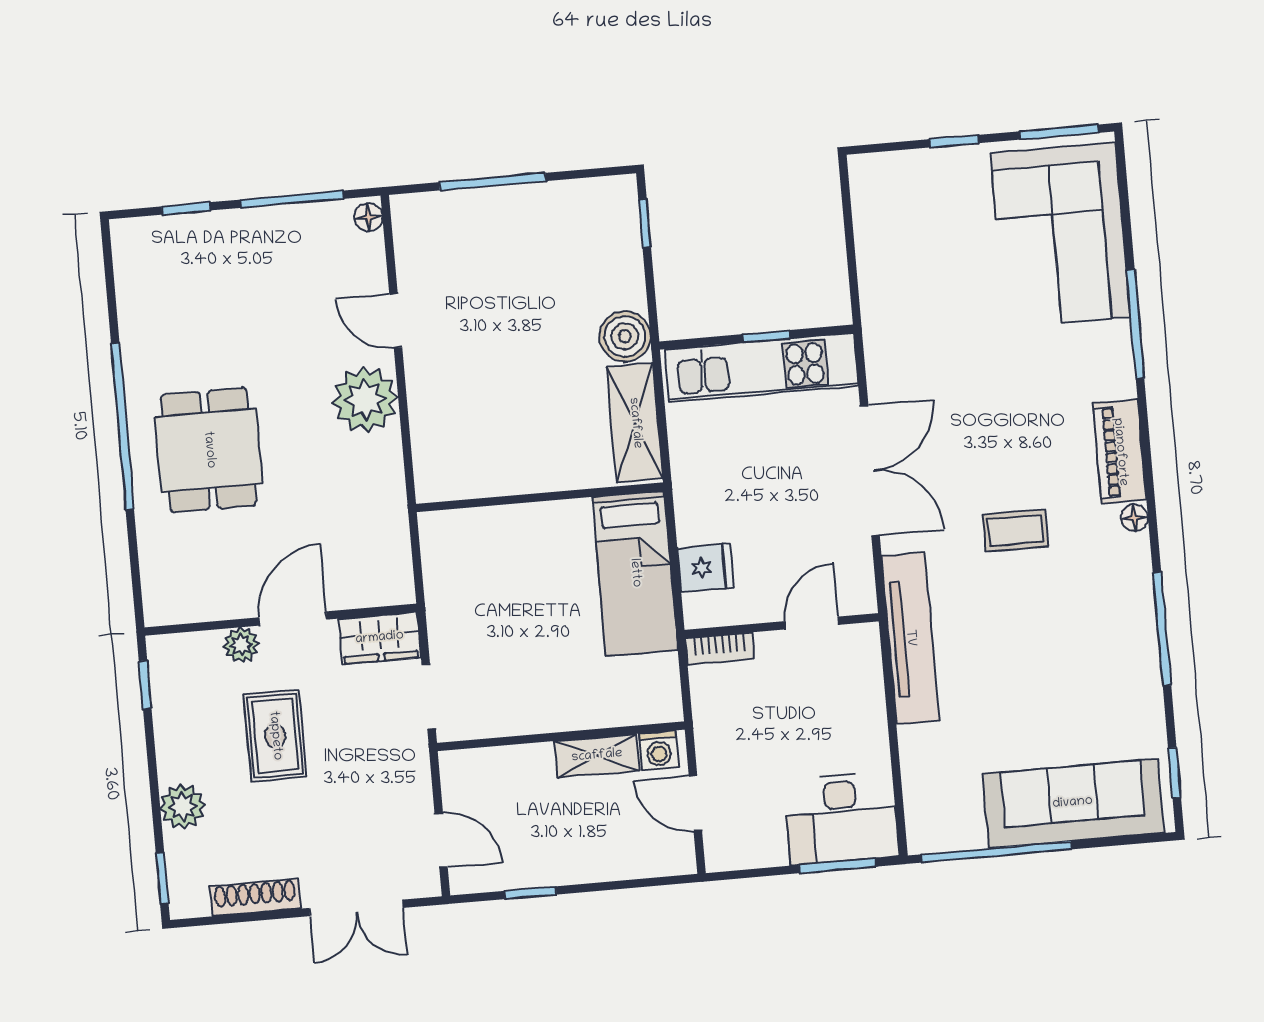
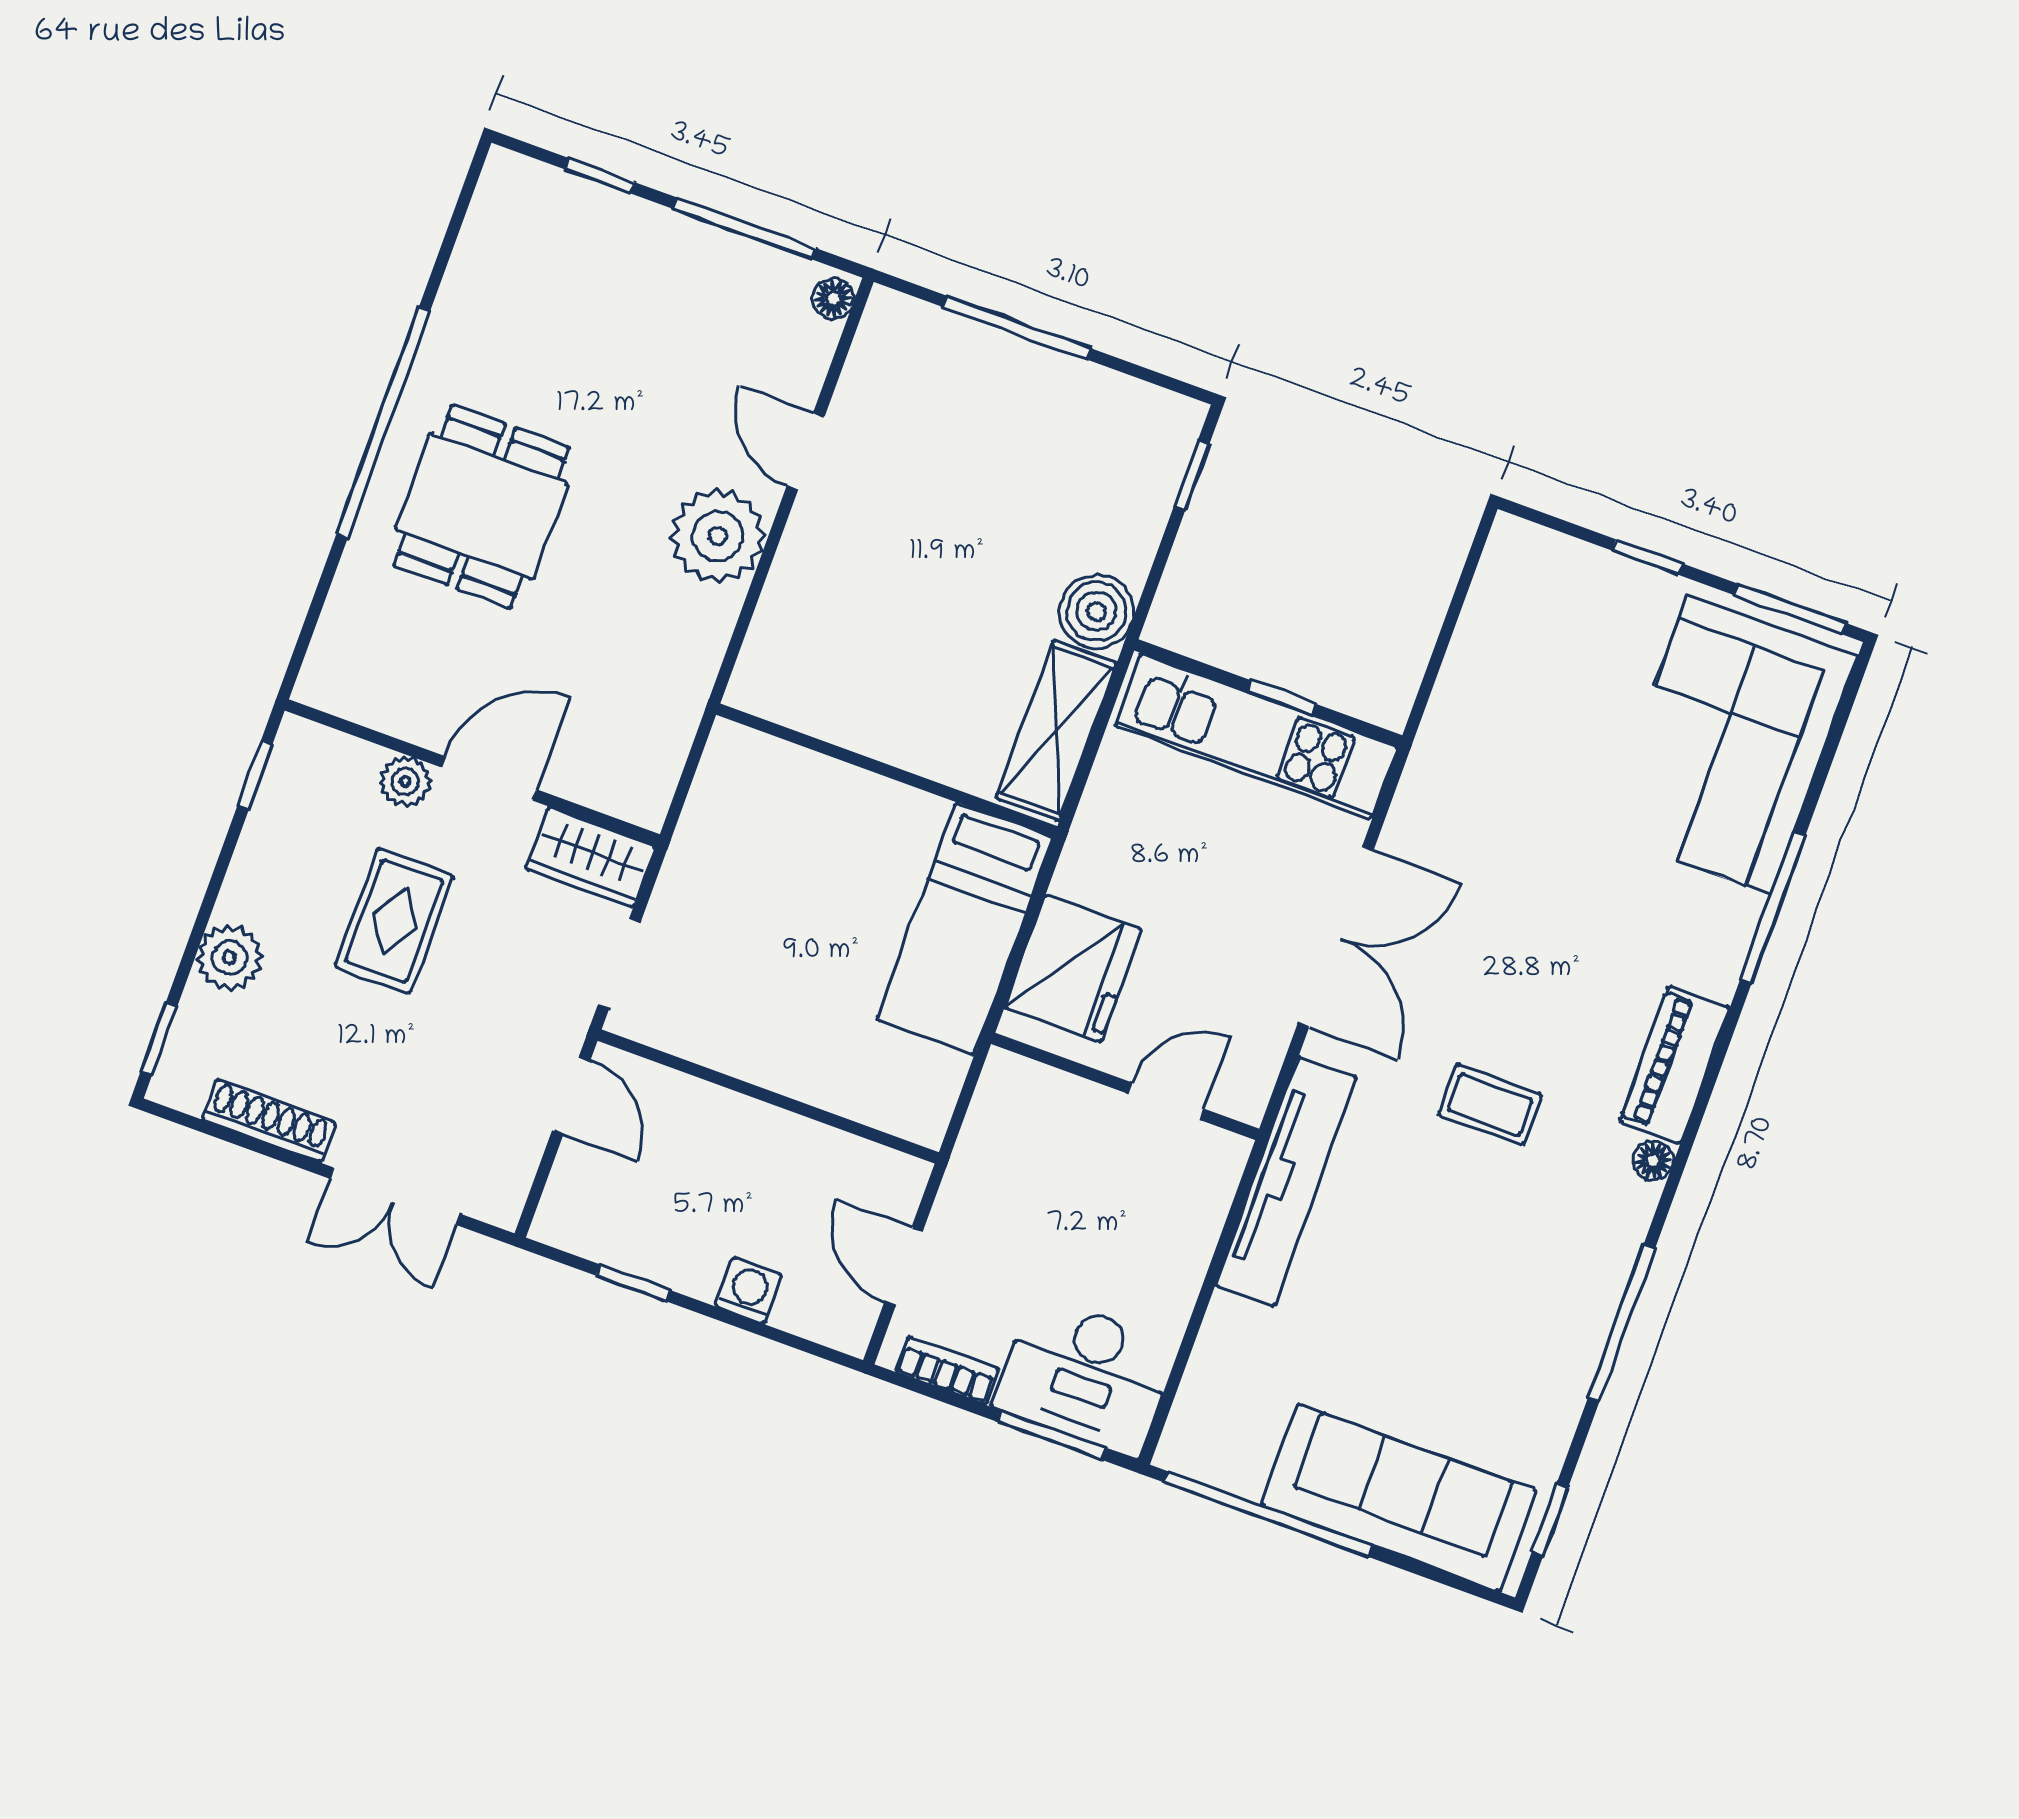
fridge: (706, 568) -> (1073, 968), width x1.88, depth x1.34
bookcase: (720, 649) -> (947, 1370), moved, turned 180
washing machine: (659, 750) -> (749, 1291), moved, turned 180
shelving: (597, 756) -> (803, 1144), removed
door: (441, 840) -> (571, 1095), moved

